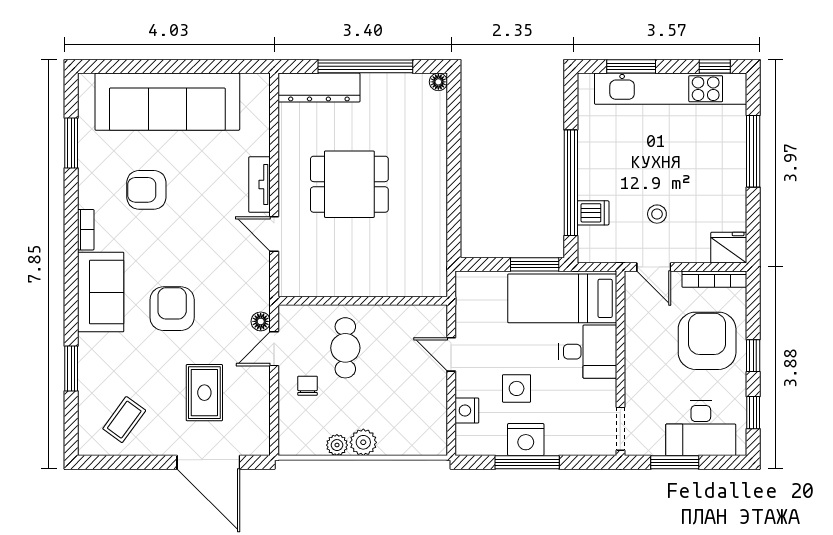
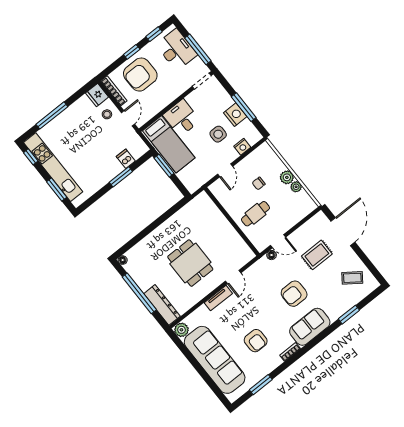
plant: (256, 87) -> (181, 330), added
window: (571, 183) -> (121, 177), width x0.47
stool: (657, 214) -> (107, 114), moved
chair: (308, 386) -> (259, 183), moved
window: (675, 462) -> (198, 49), width x1.44

